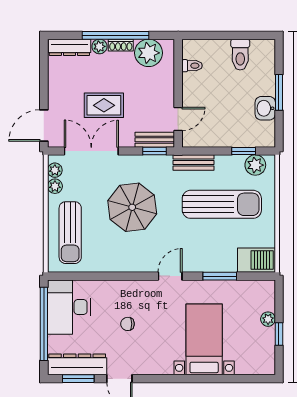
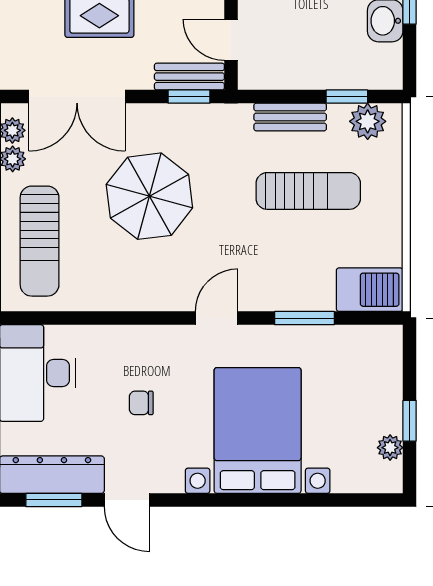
door: (178, 119) -> (231, 40), swing flipped
double door: (91, 151) -> (77, 97), swing flipped
bench: (193, 163) -> (290, 117), moved
sun lounger: (222, 204) -> (308, 191), width x0.73, depth x0.75
plant: (268, 319) -> (390, 448), moved
bed with nightstands: (204, 339) -> (258, 430), width x1.36

